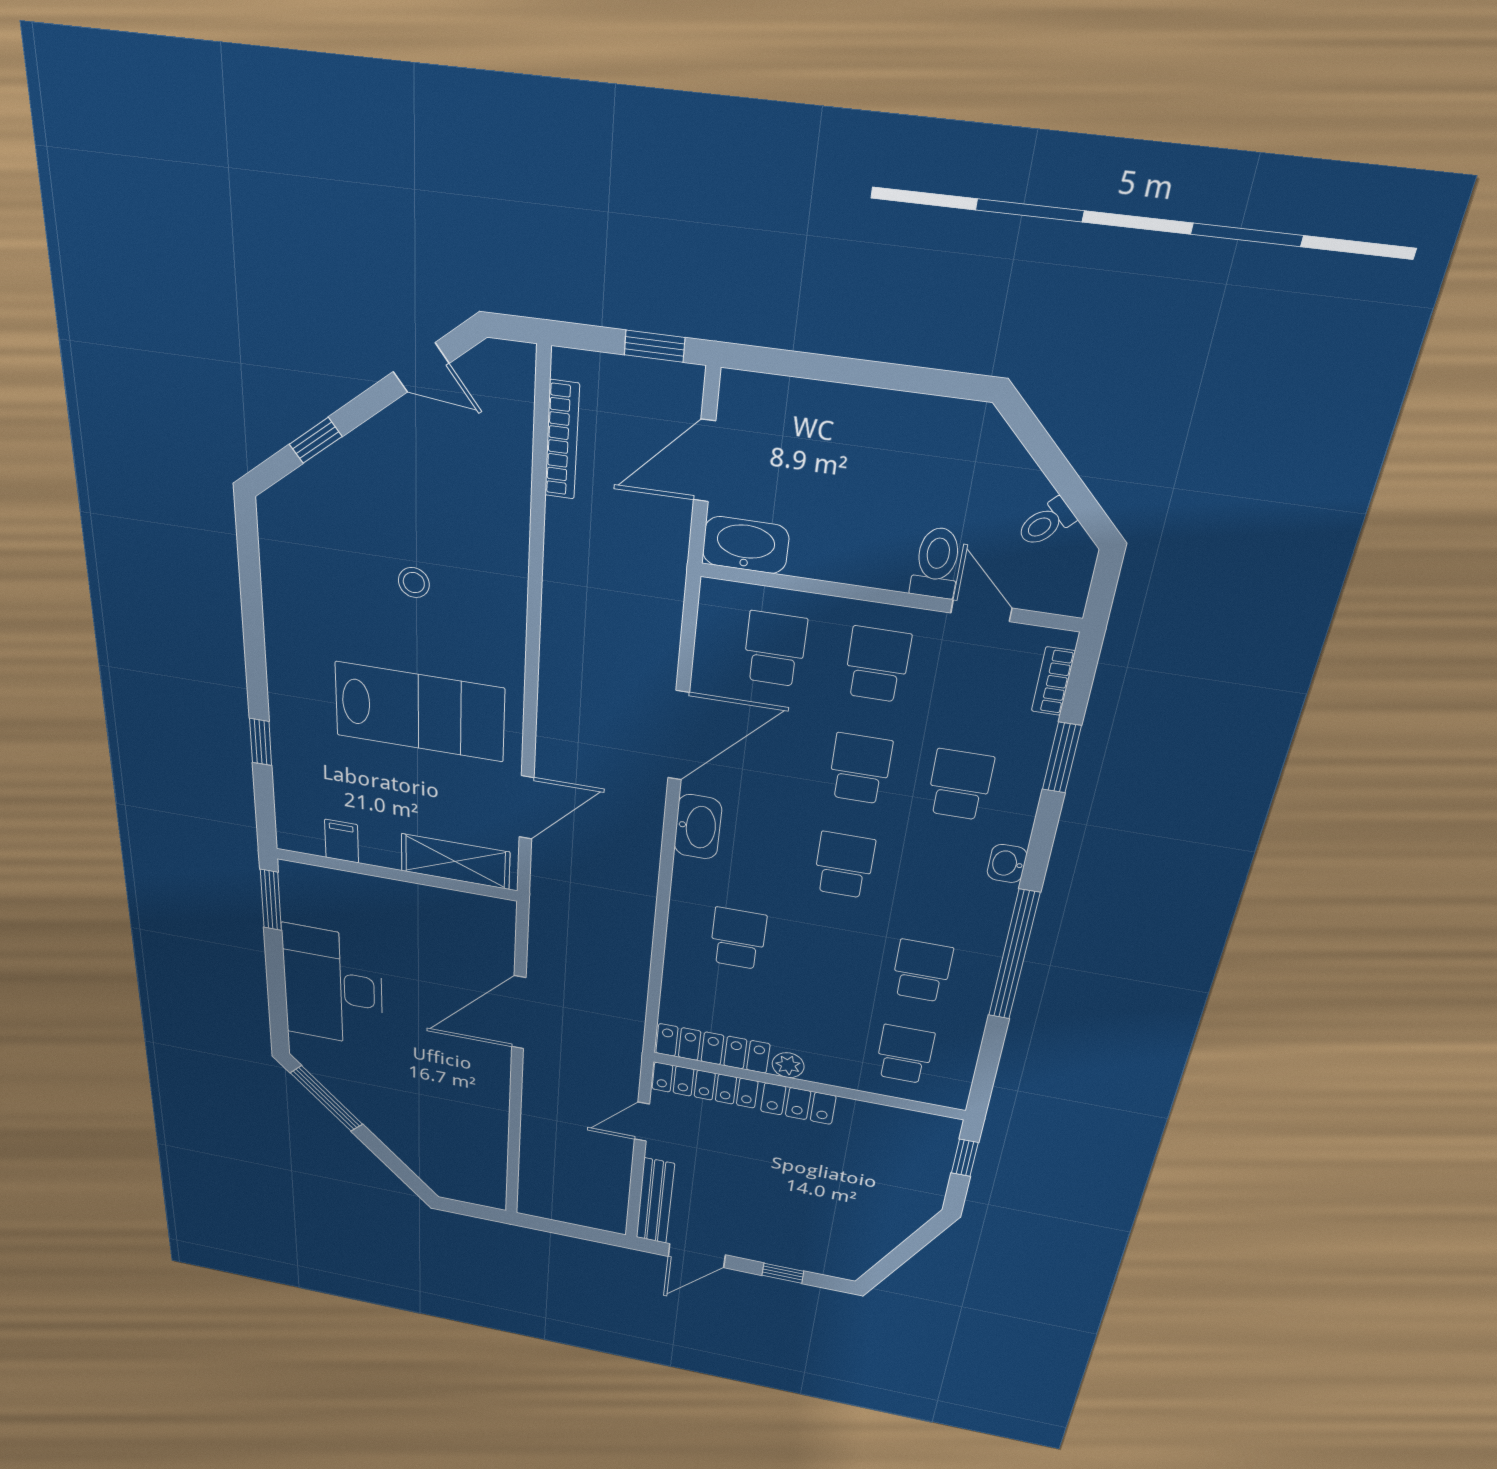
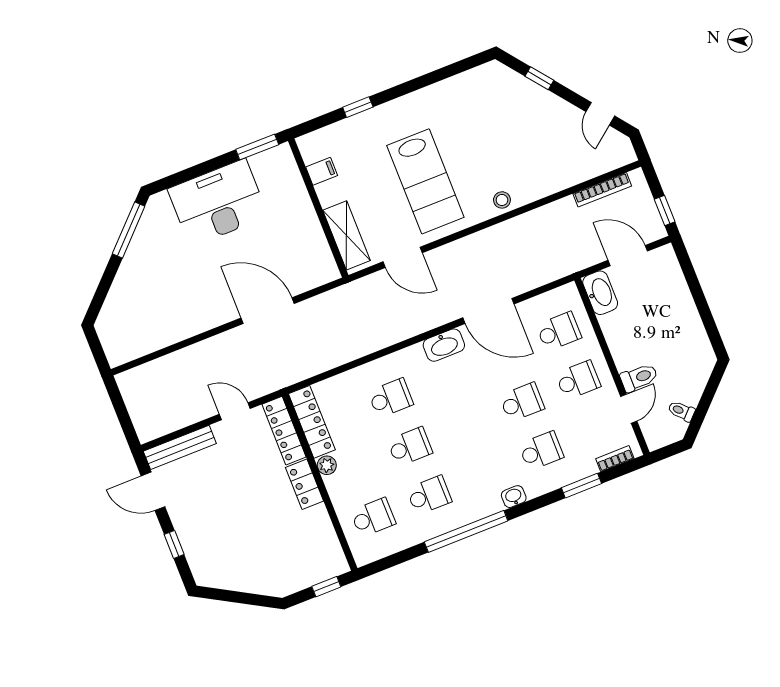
stool: (414, 583) -> (502, 200), moved
school desk: (844, 865) -> (410, 447), moved

